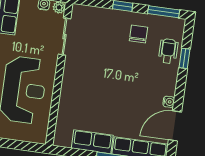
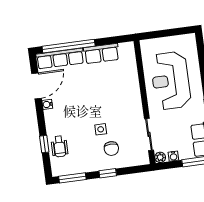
chair: (138, 34) -> (111, 149), moved
side table: (117, 57) -> (101, 129), added

